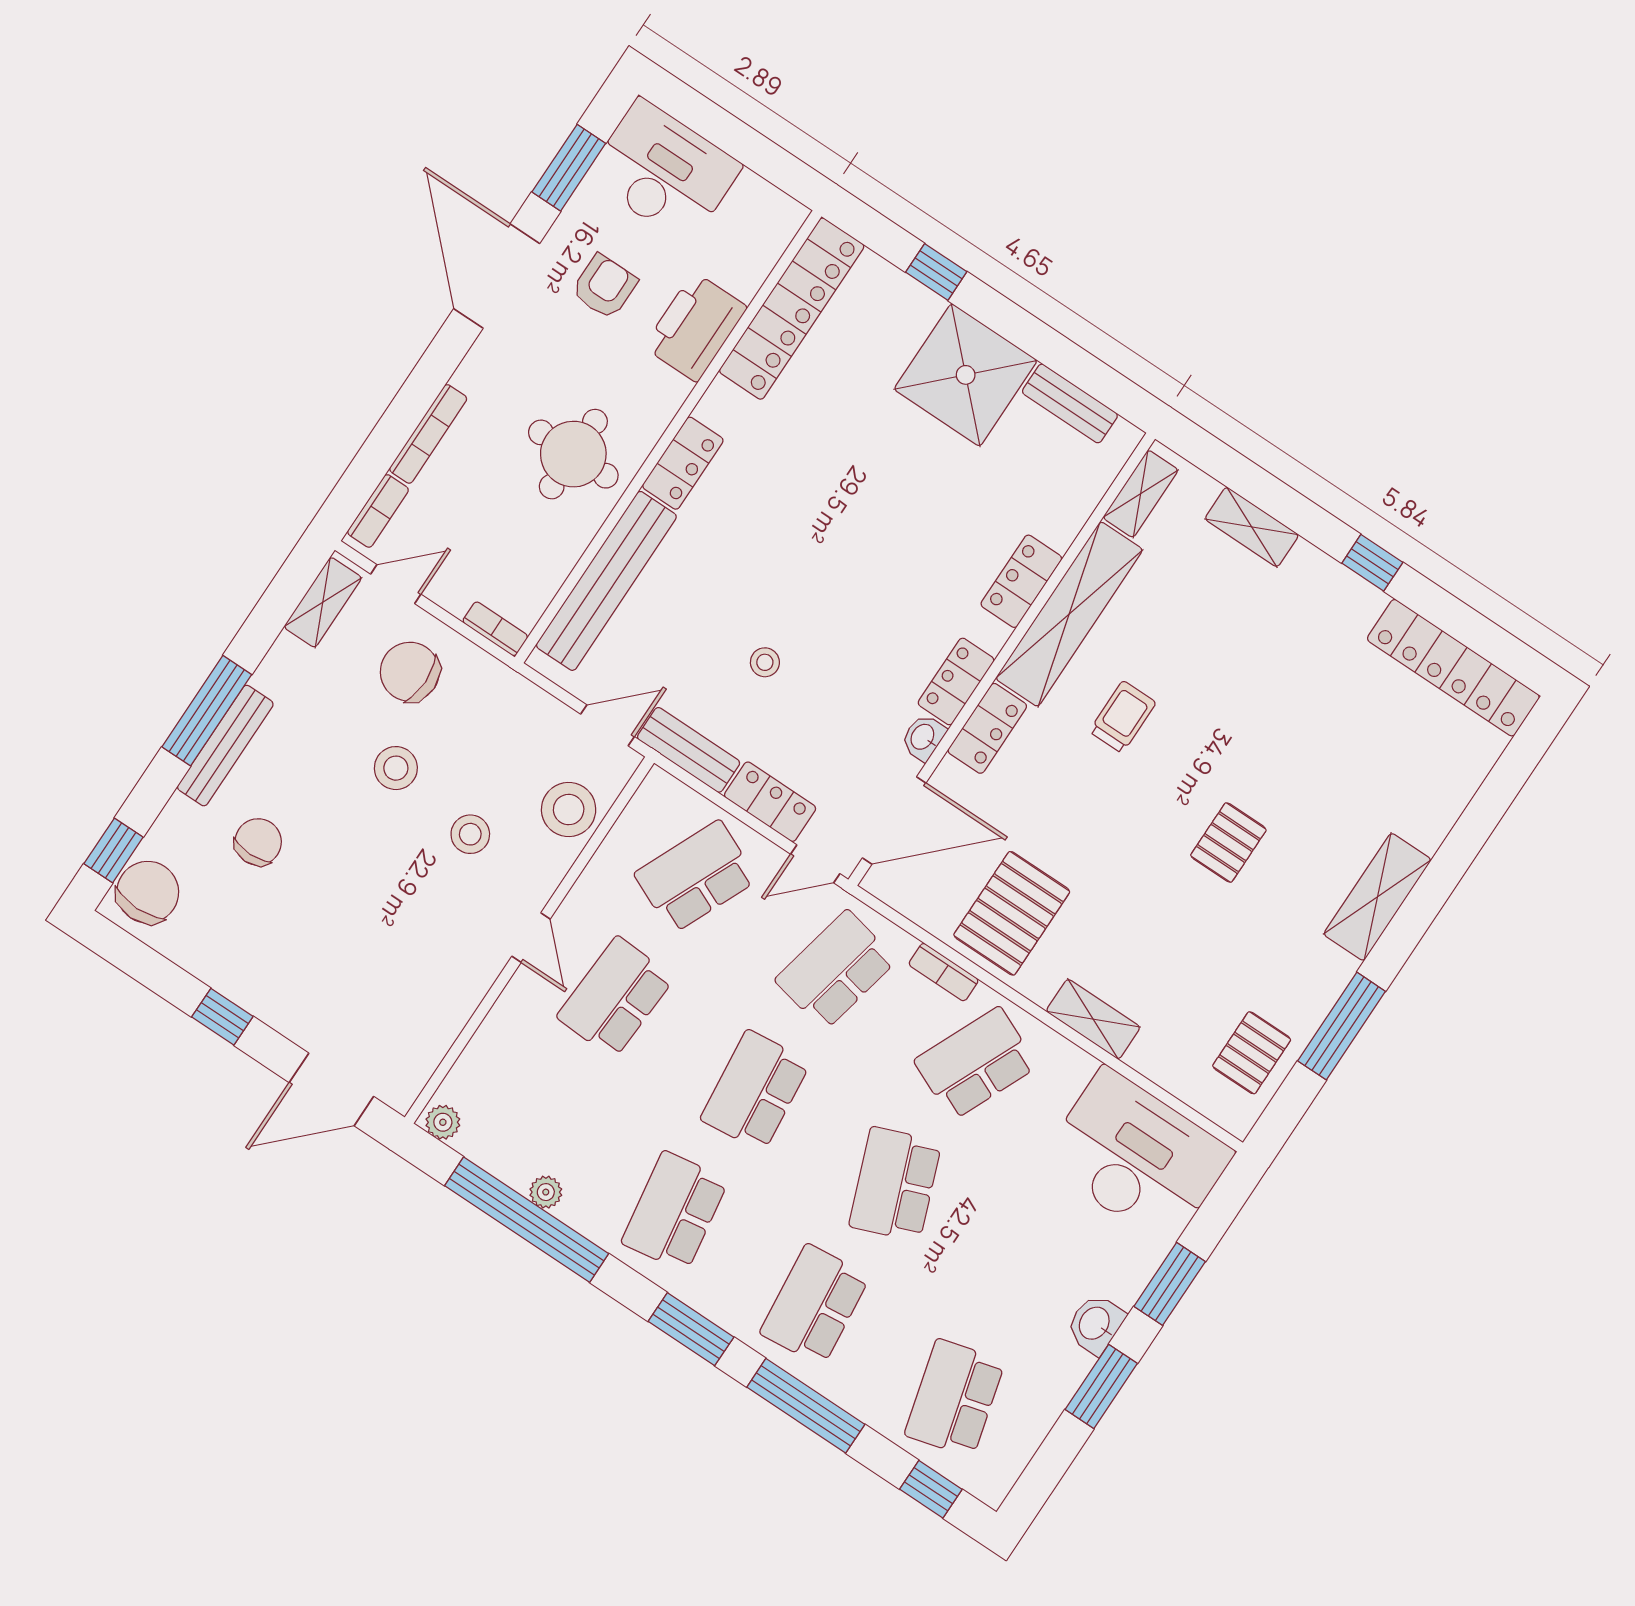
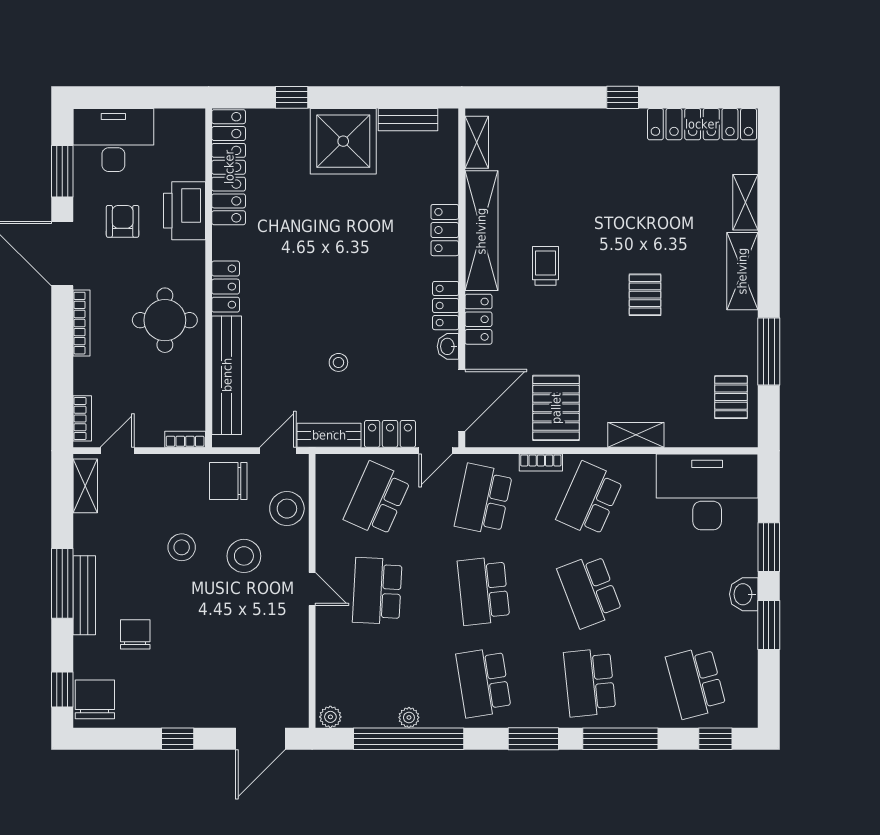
bookcase: (428, 434) -> (82, 323), moved
shelving: (1252, 527) -> (745, 202), moved, turned 90
chair: (410, 672) -> (228, 481), moved
stool: (470, 834) -> (244, 556), width x1.38, depth x1.38

